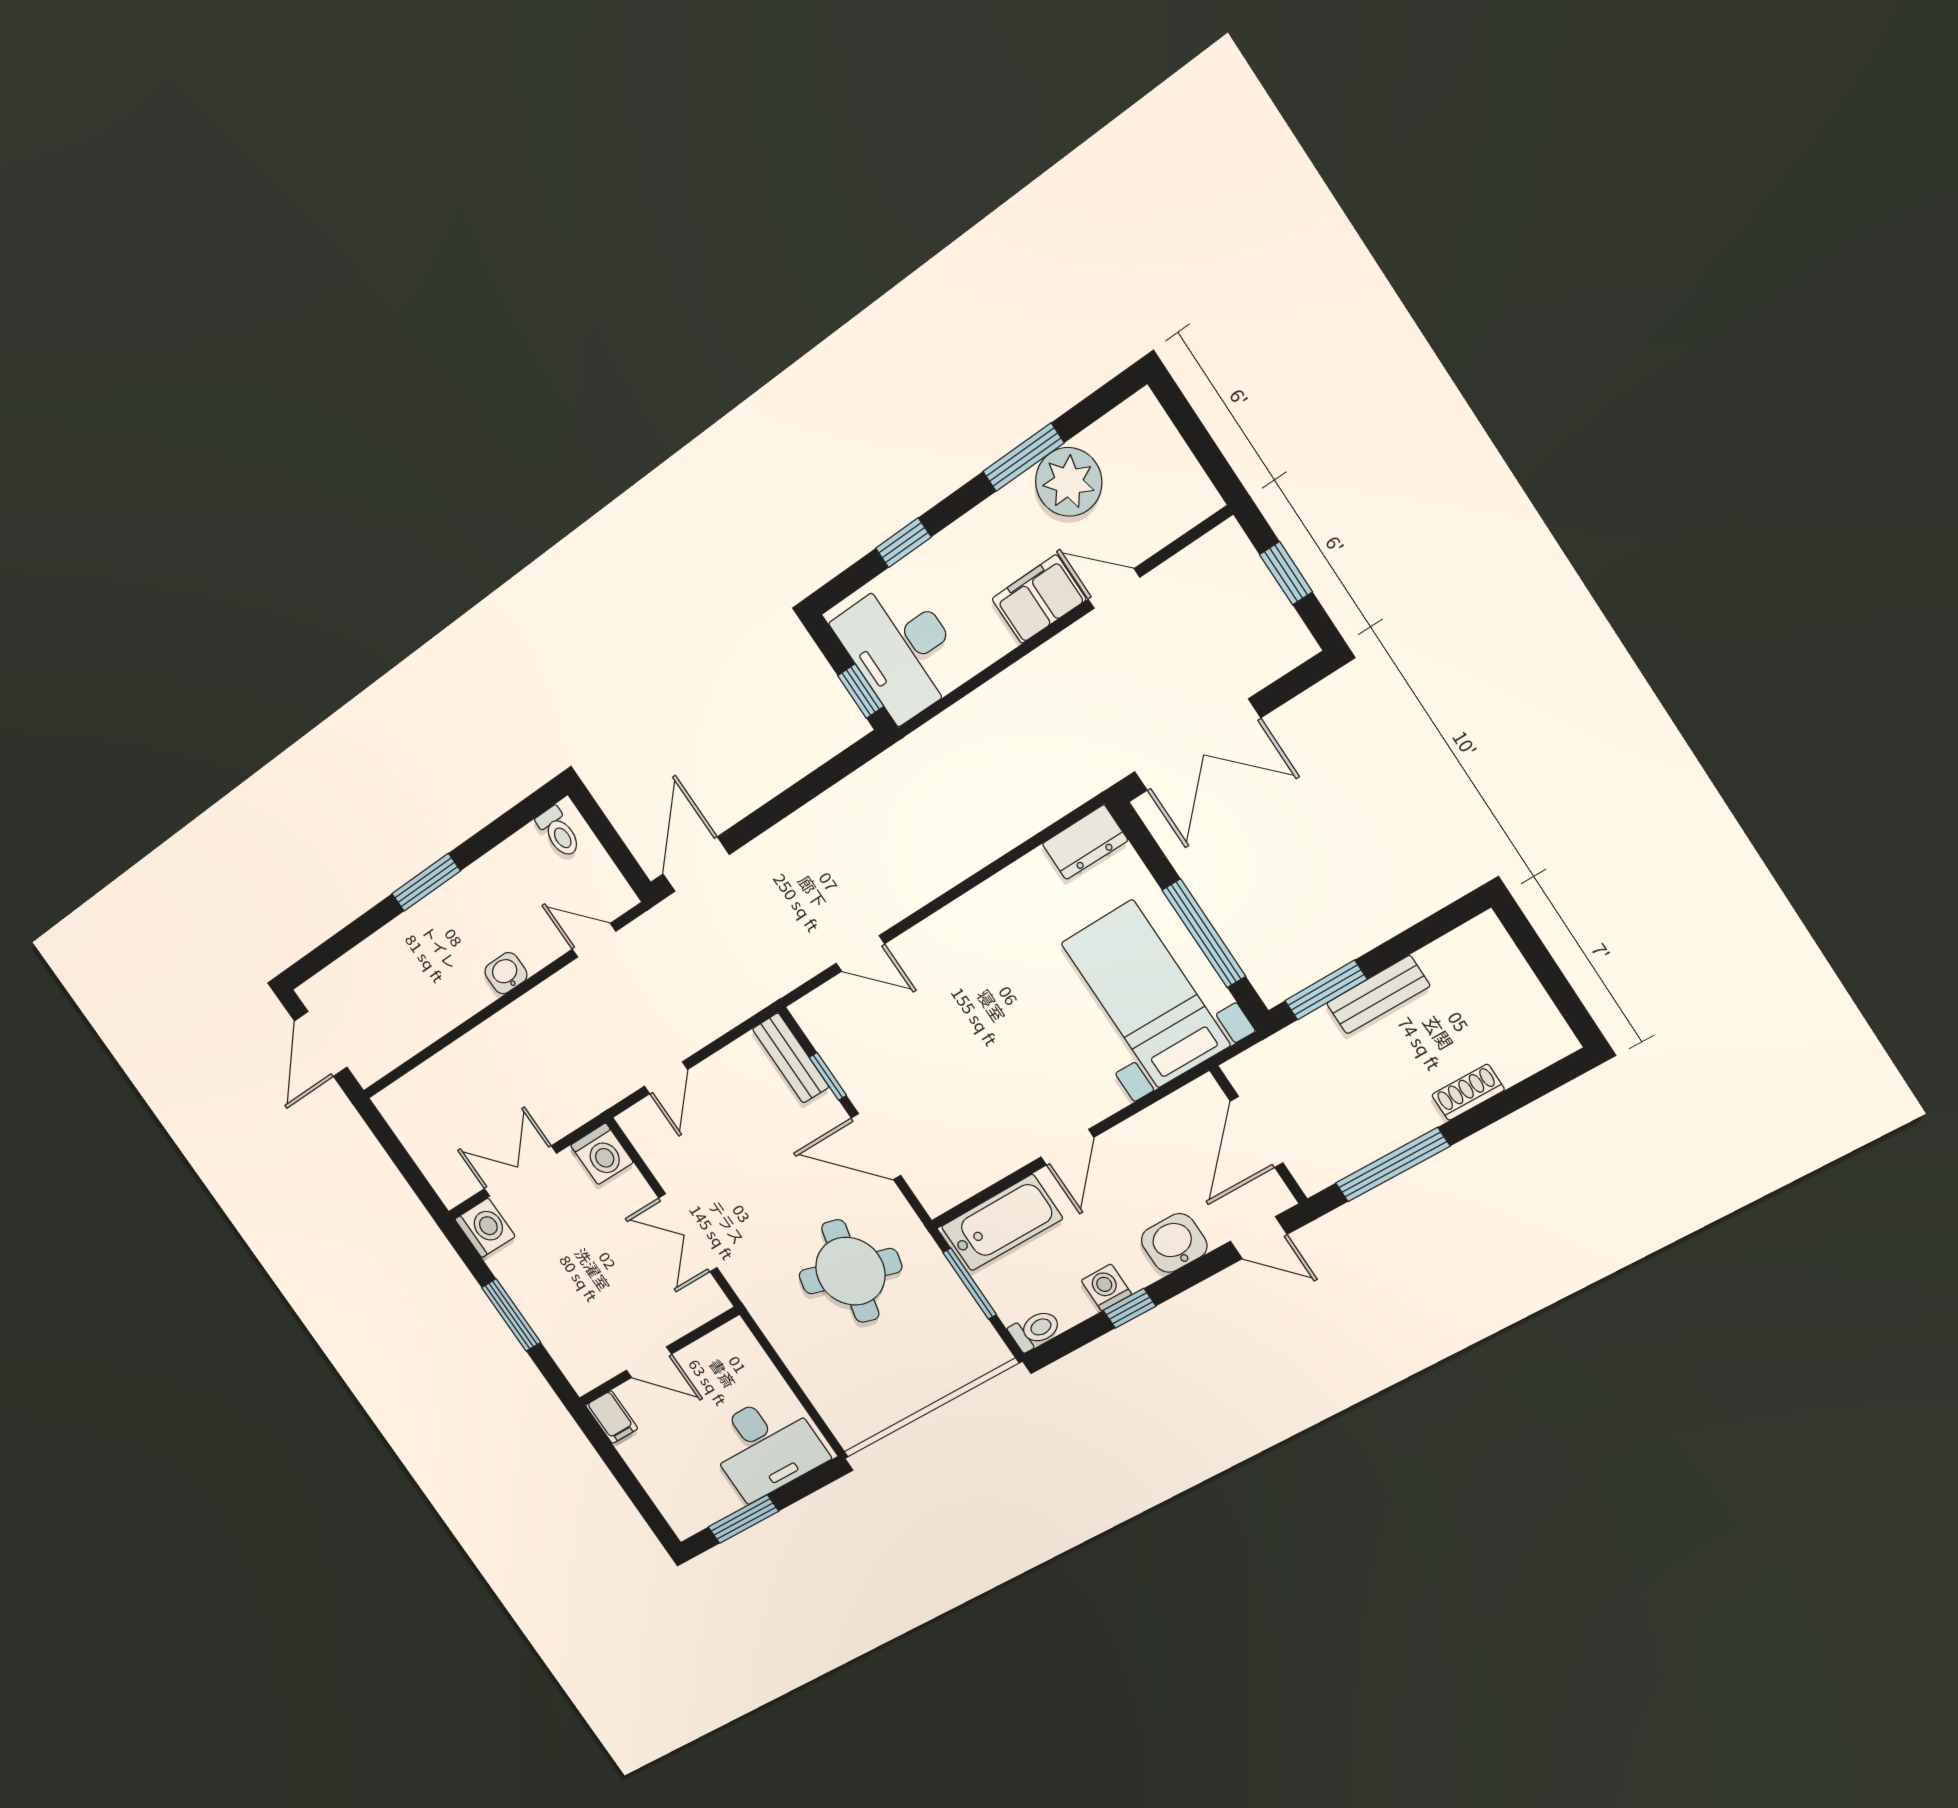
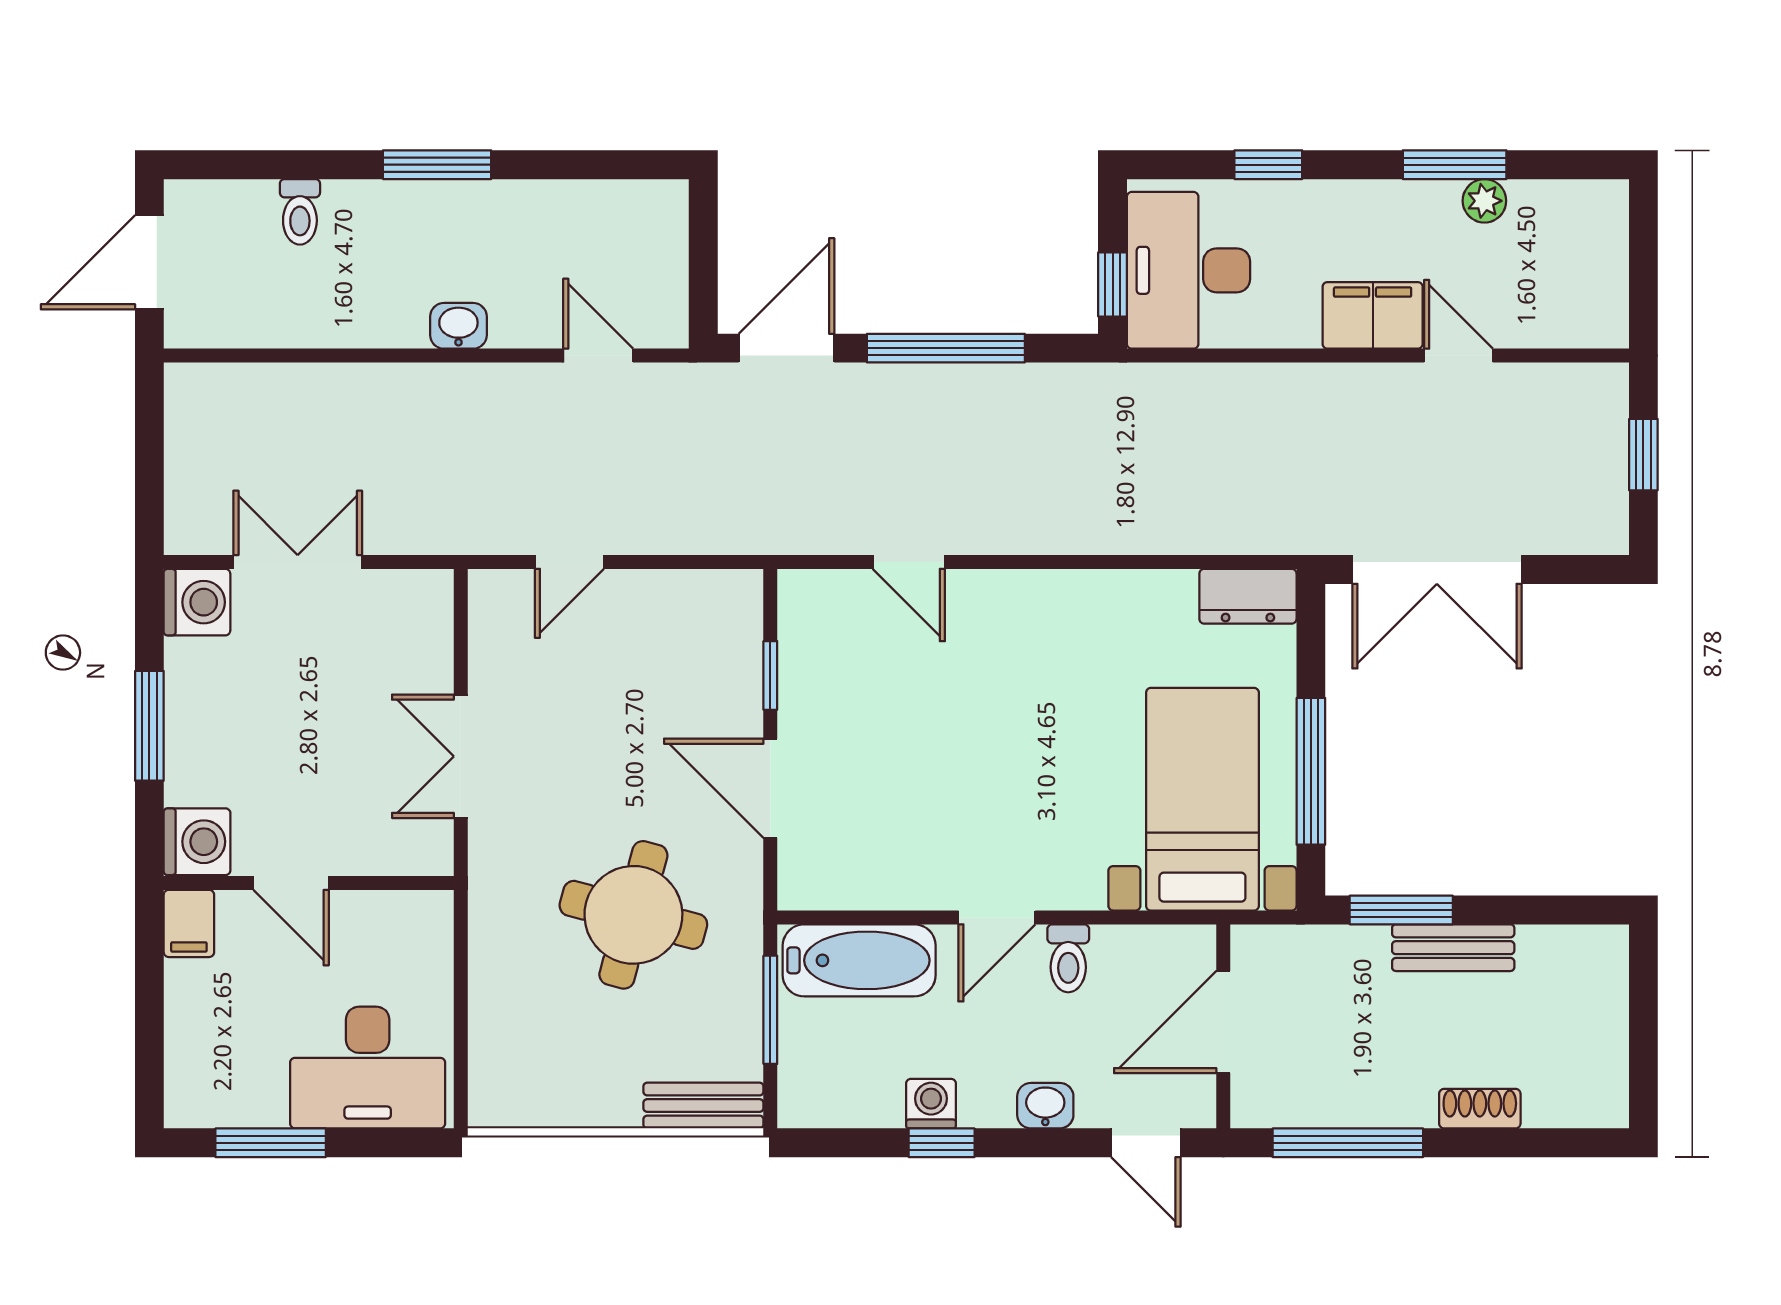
plant: (1069, 482) -> (1484, 201), width x0.53, depth x0.53
window: (789, 801) -> (946, 348), added
toilet: (559, 832) -> (300, 212), moved
bench: (791, 1058) -> (703, 1106), moved, turned 90
washing machine: (602, 1154) -> (197, 842), moved, turned -90
washbasin: (1174, 1243) -> (1045, 1106), width x0.72, depth x0.69
toilet: (1035, 1330) -> (1068, 958), moved, turned 90

